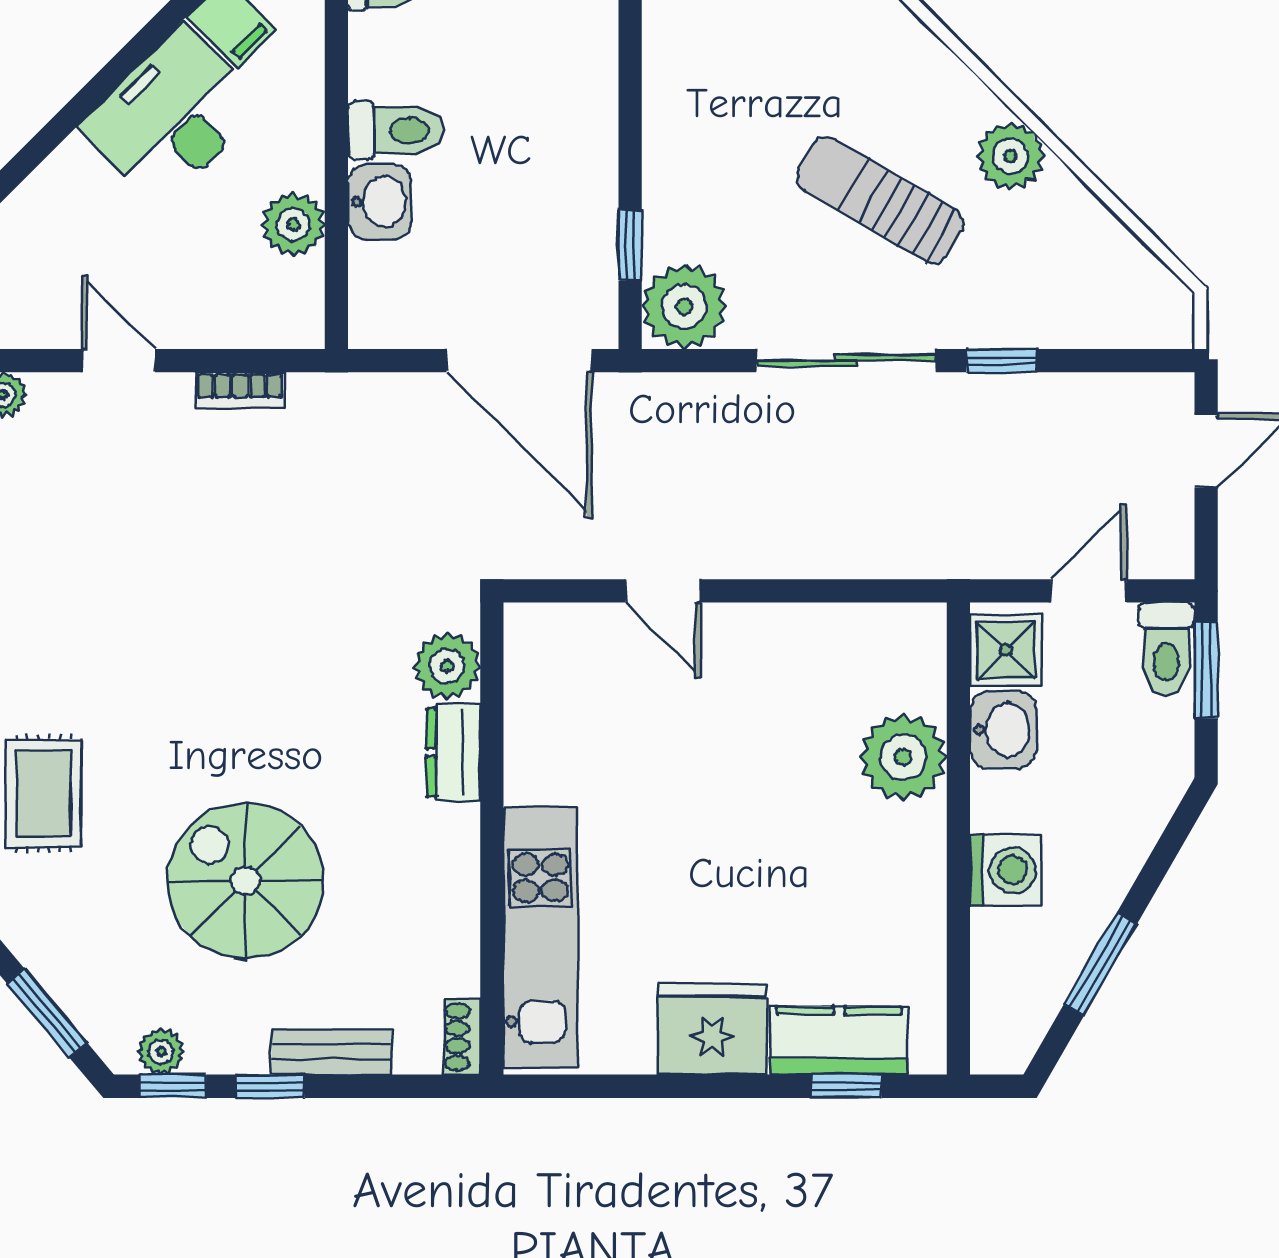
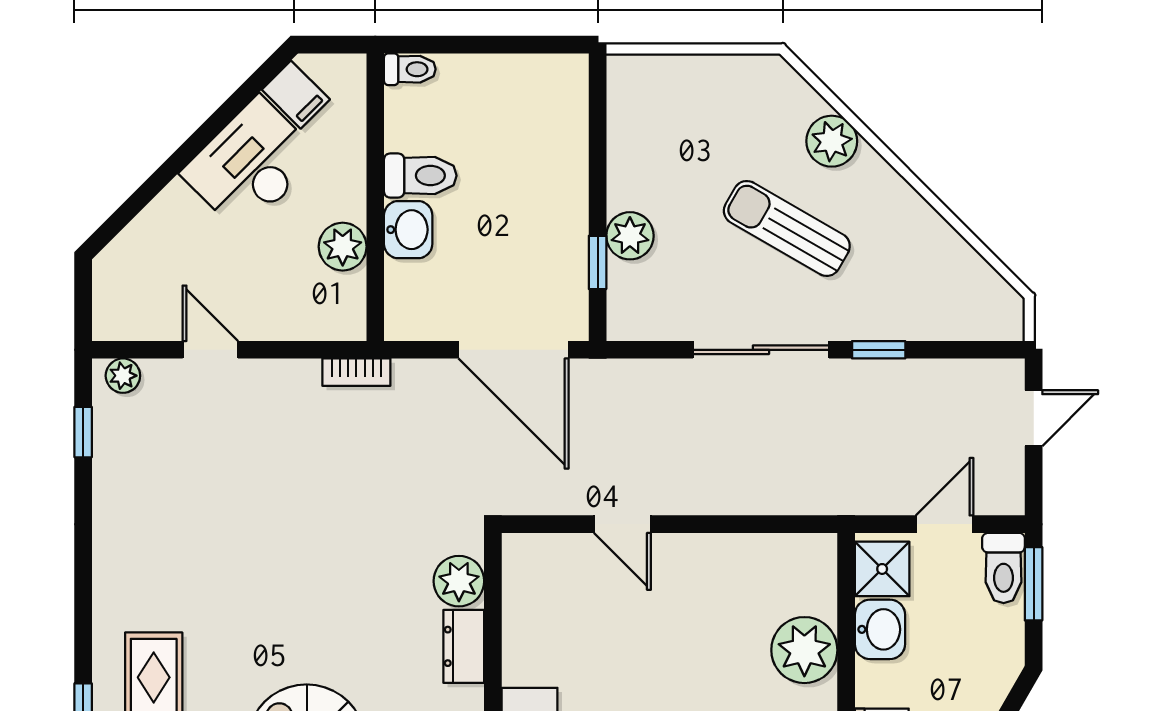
plant: (1011, 156) -> (832, 141), moved
plant: (684, 306) -> (630, 236), moved, width x0.73, depth x0.73
bookcase: (240, 390) -> (356, 372), moved

